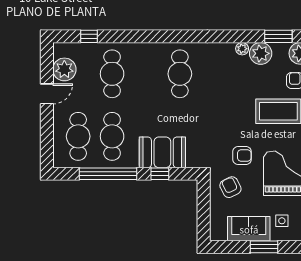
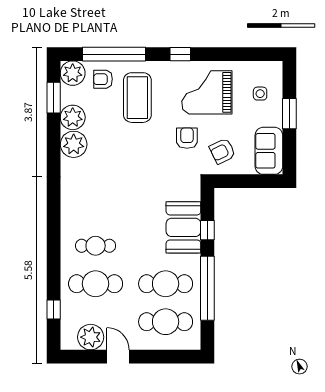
plant: (242, 49) -> (74, 144), width x1.88, depth x1.88
cafe table: (180, 74) -> (96, 246), moved, width x0.73, depth x0.74
sofa: (249, 229) -> (269, 151), moved

